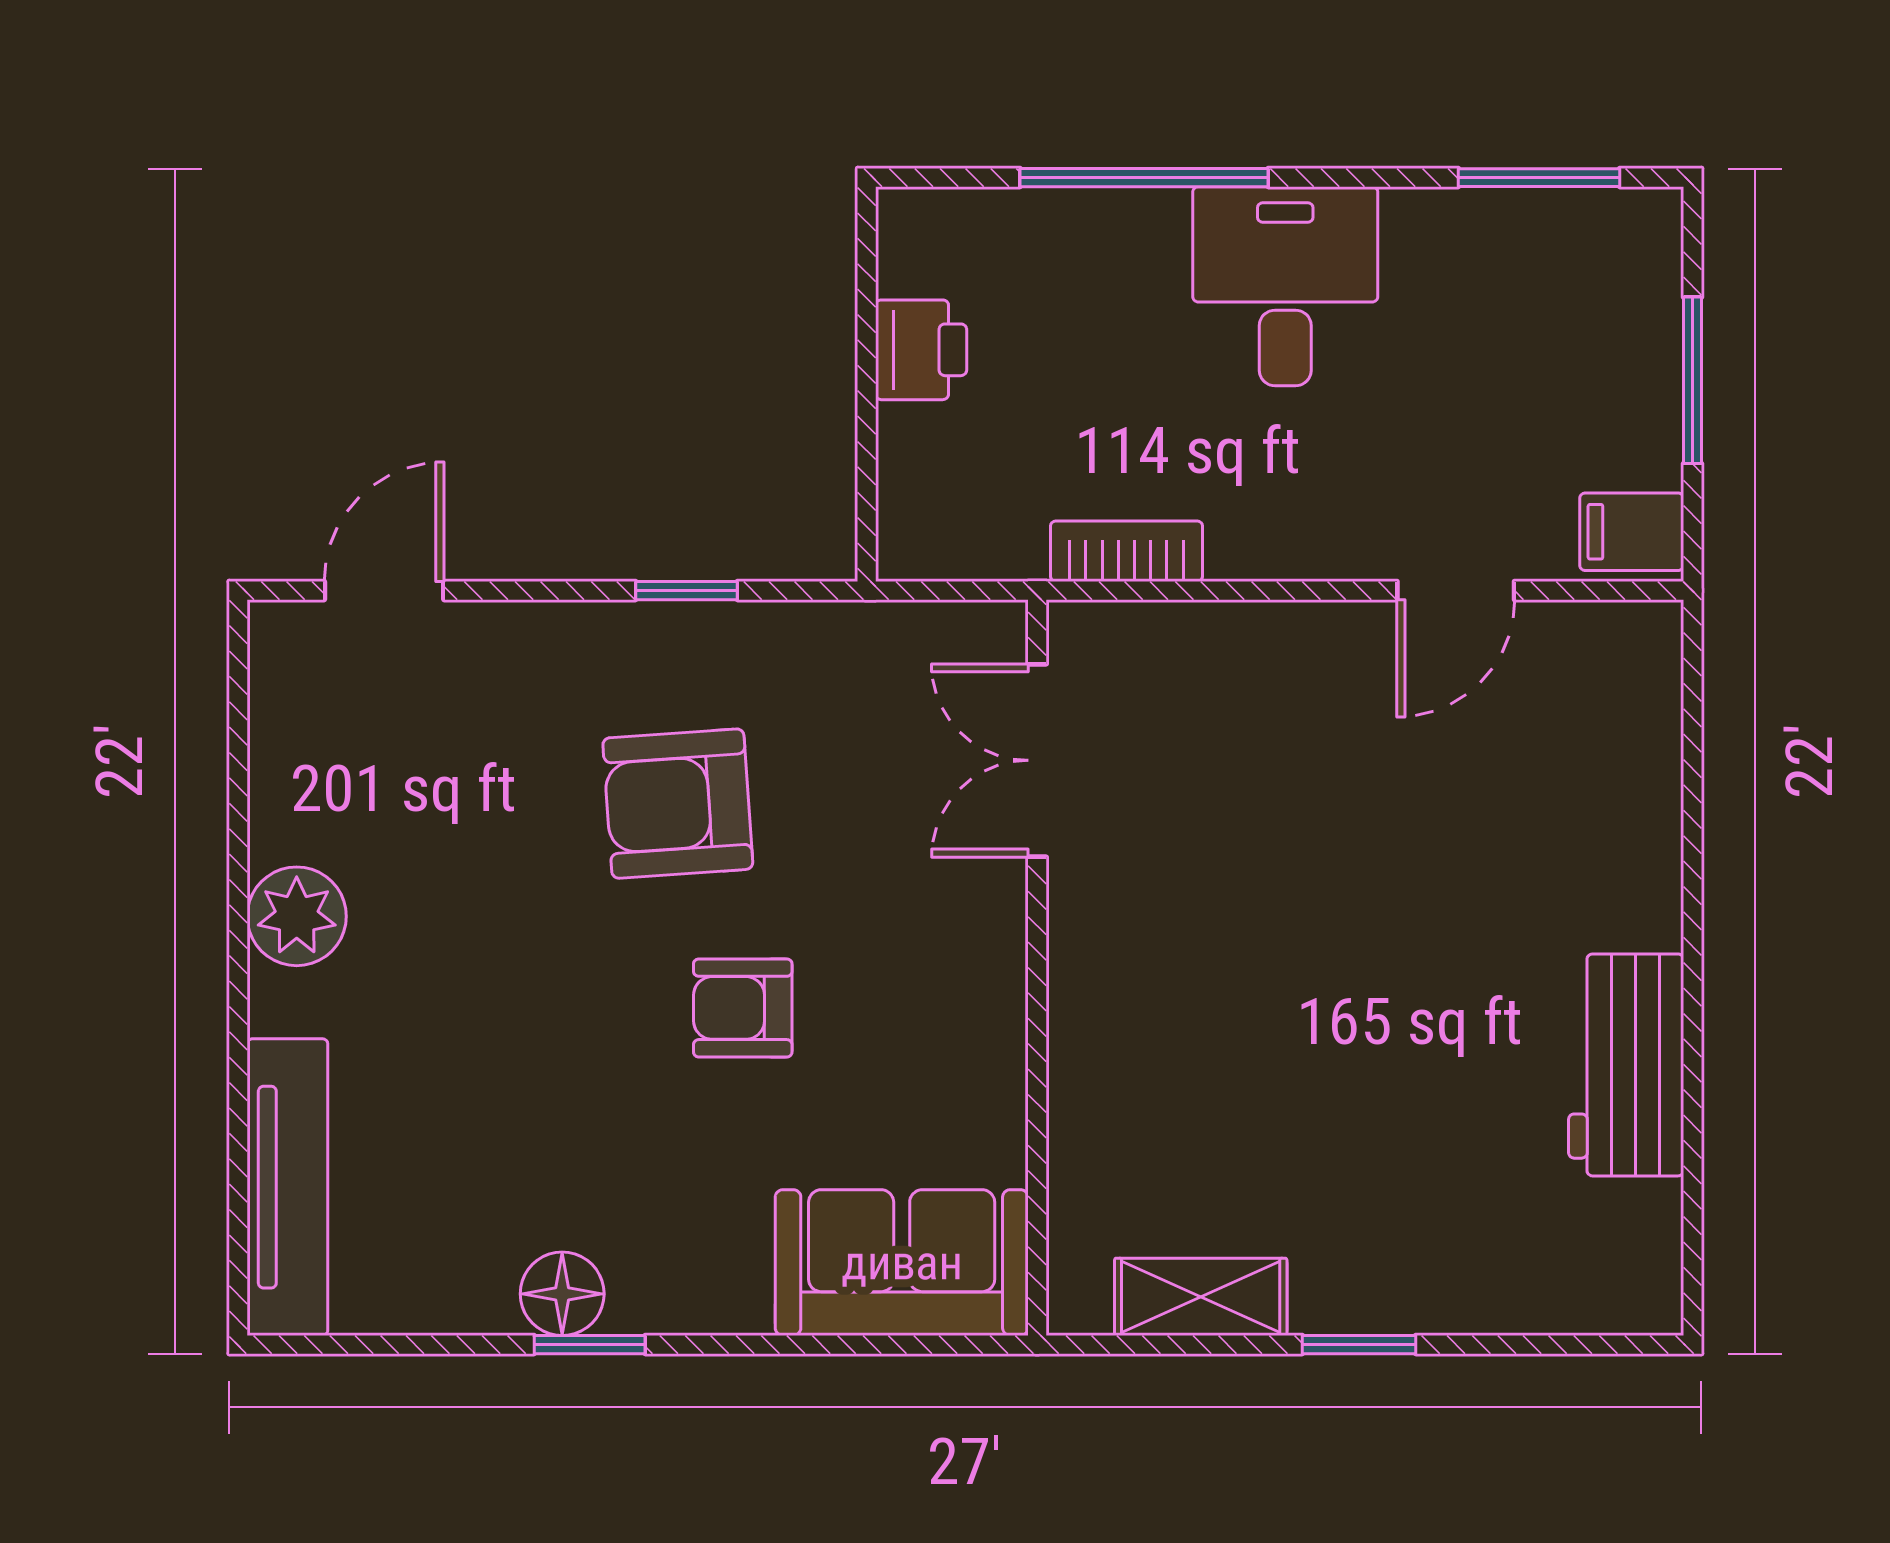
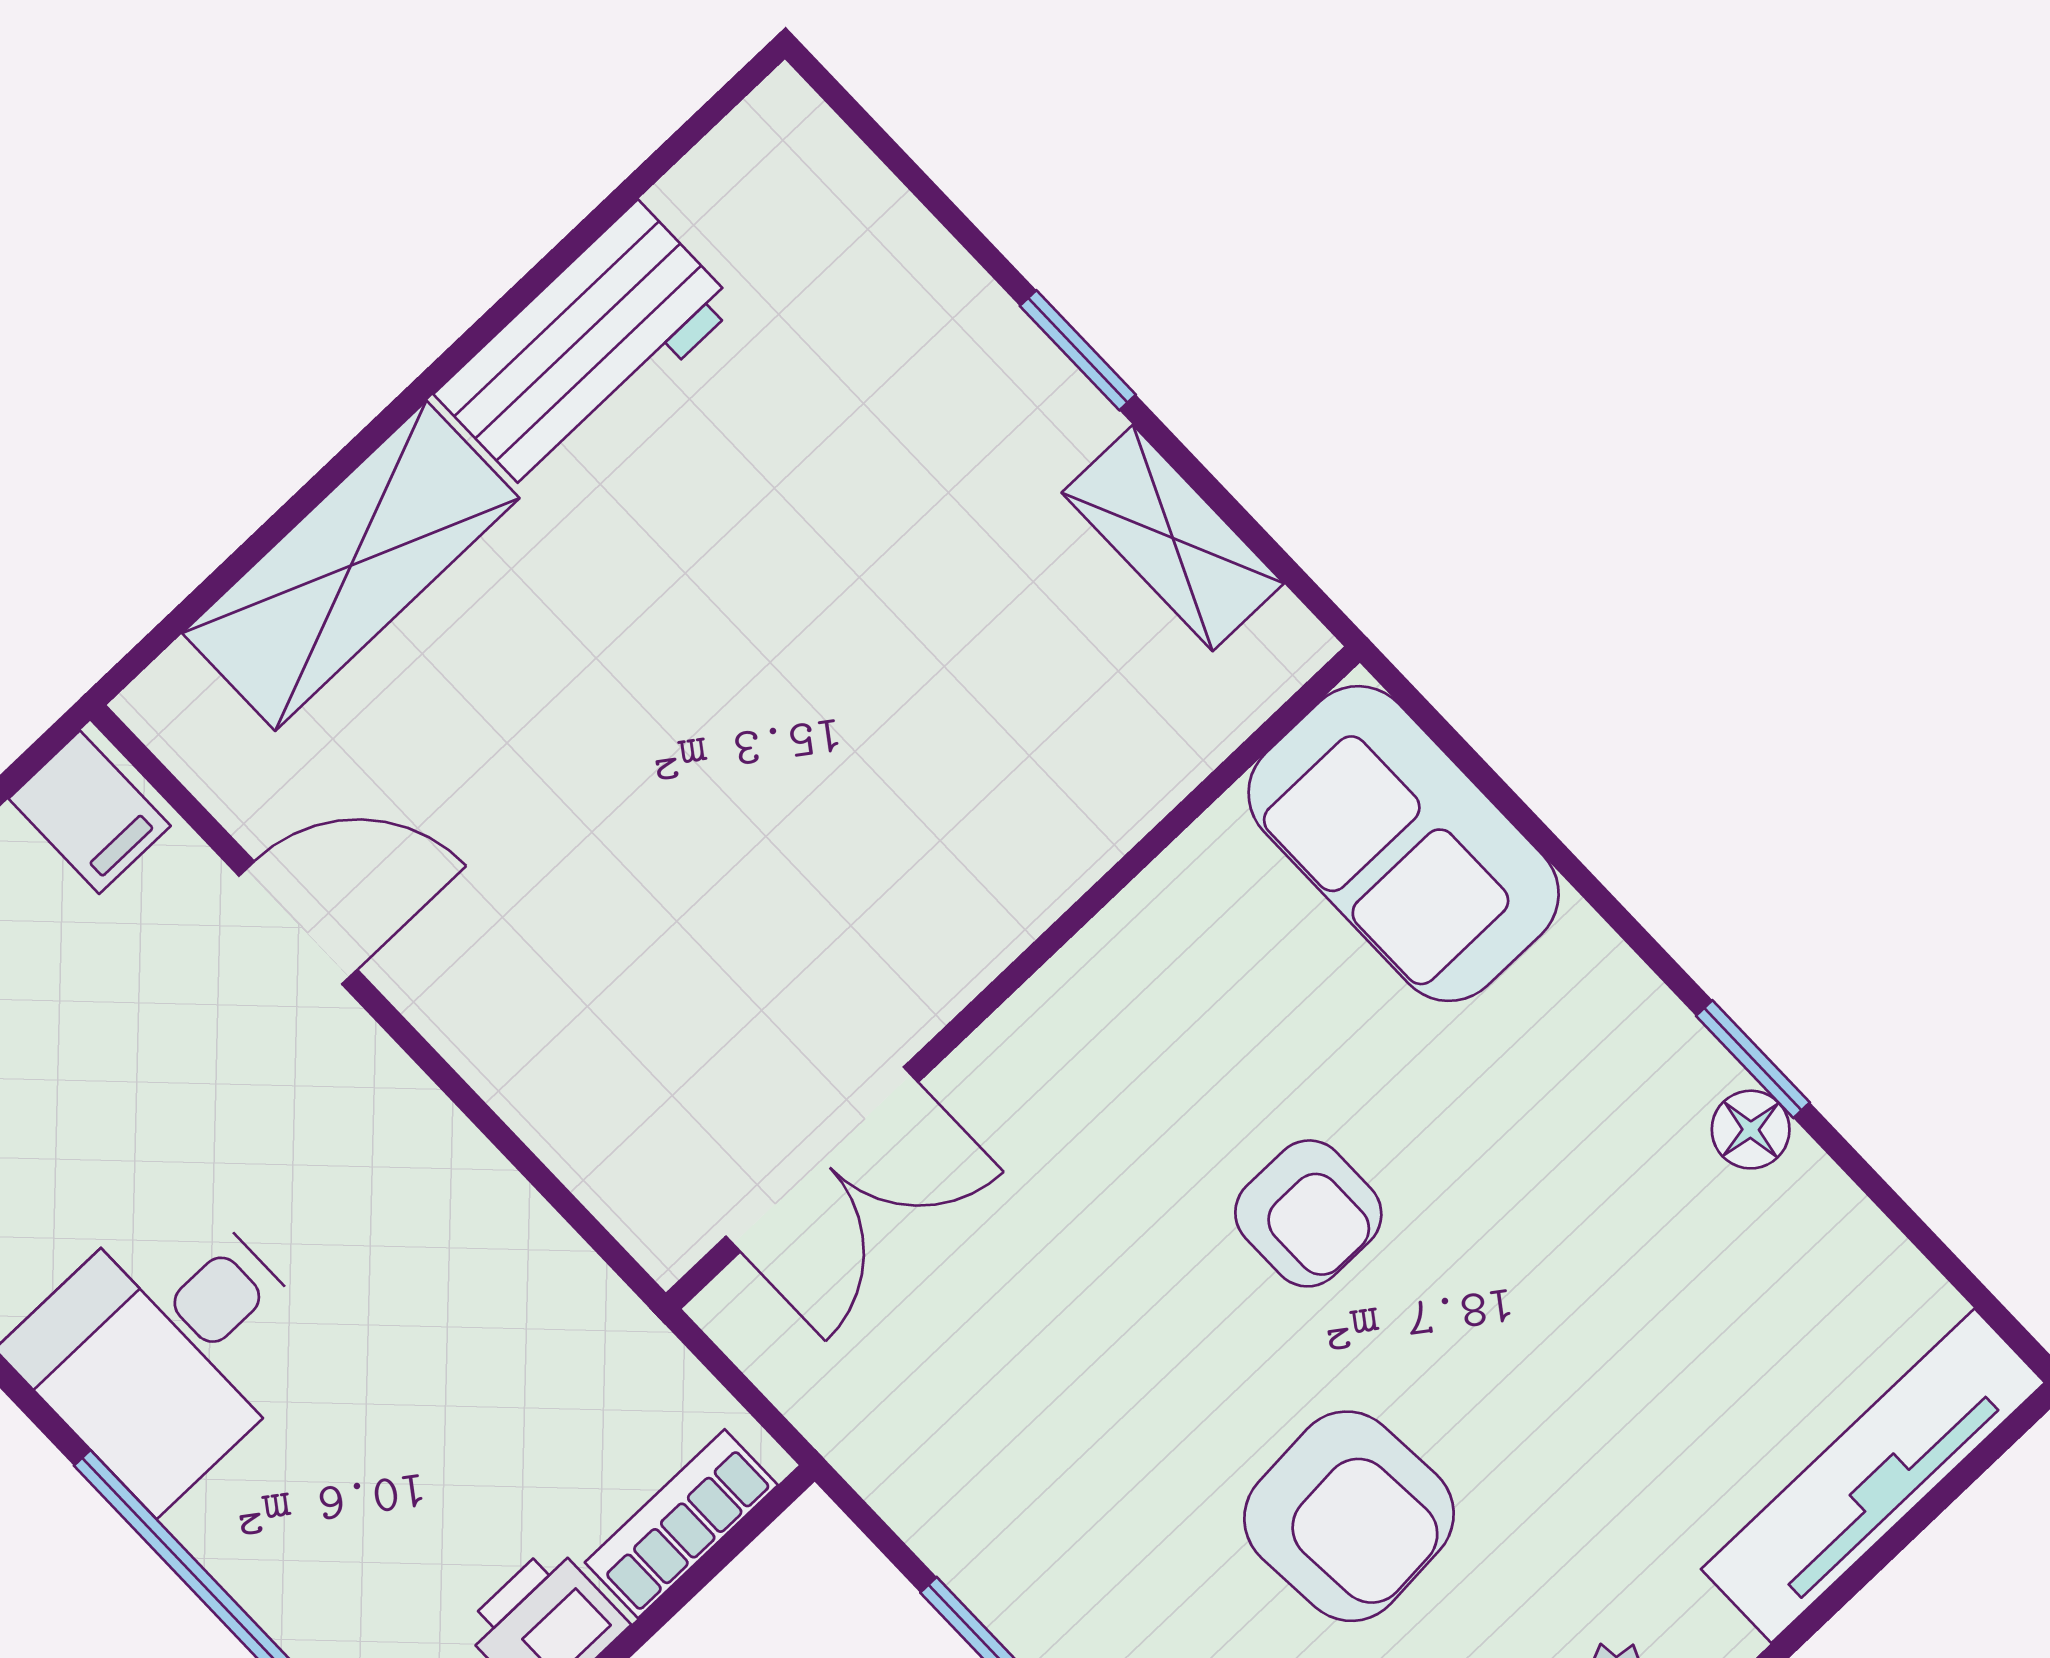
bookcase: (1126, 551) -> (681, 1524), moved, turned 90
armchair: (678, 804) -> (1349, 1516), moved
shelving: (1630, 814) -> (351, 566), added
floor lamp: (562, 1294) -> (1751, 1130), width x0.73, depth x0.73

